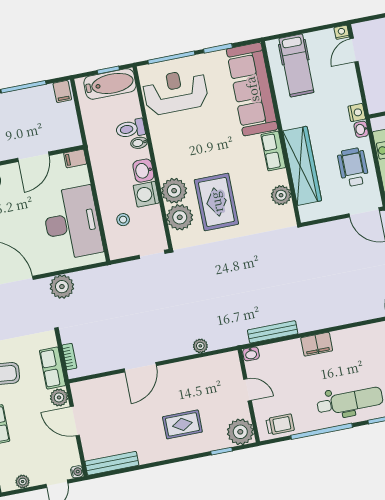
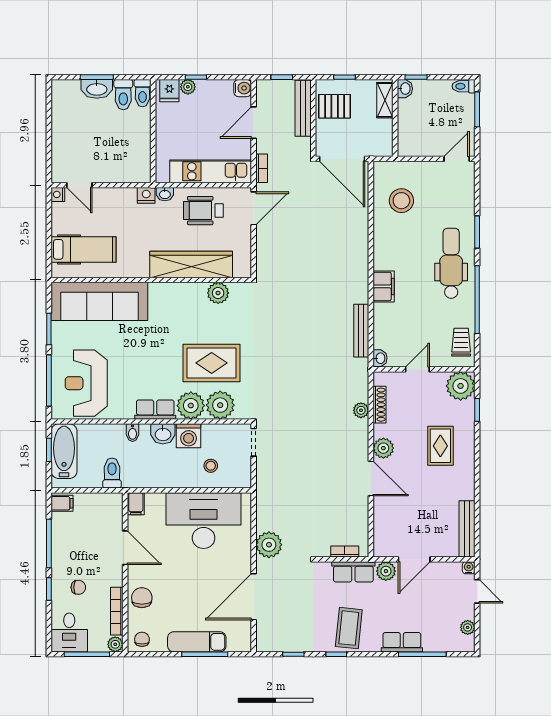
toilet: (130, 129) -> (112, 473), moved, turned 180
row of seats: (273, 151) -> (155, 410), moved, turned 180
shoe rack: (209, 362) -> (380, 405), added
plant: (170, 373) -> (383, 448), added

